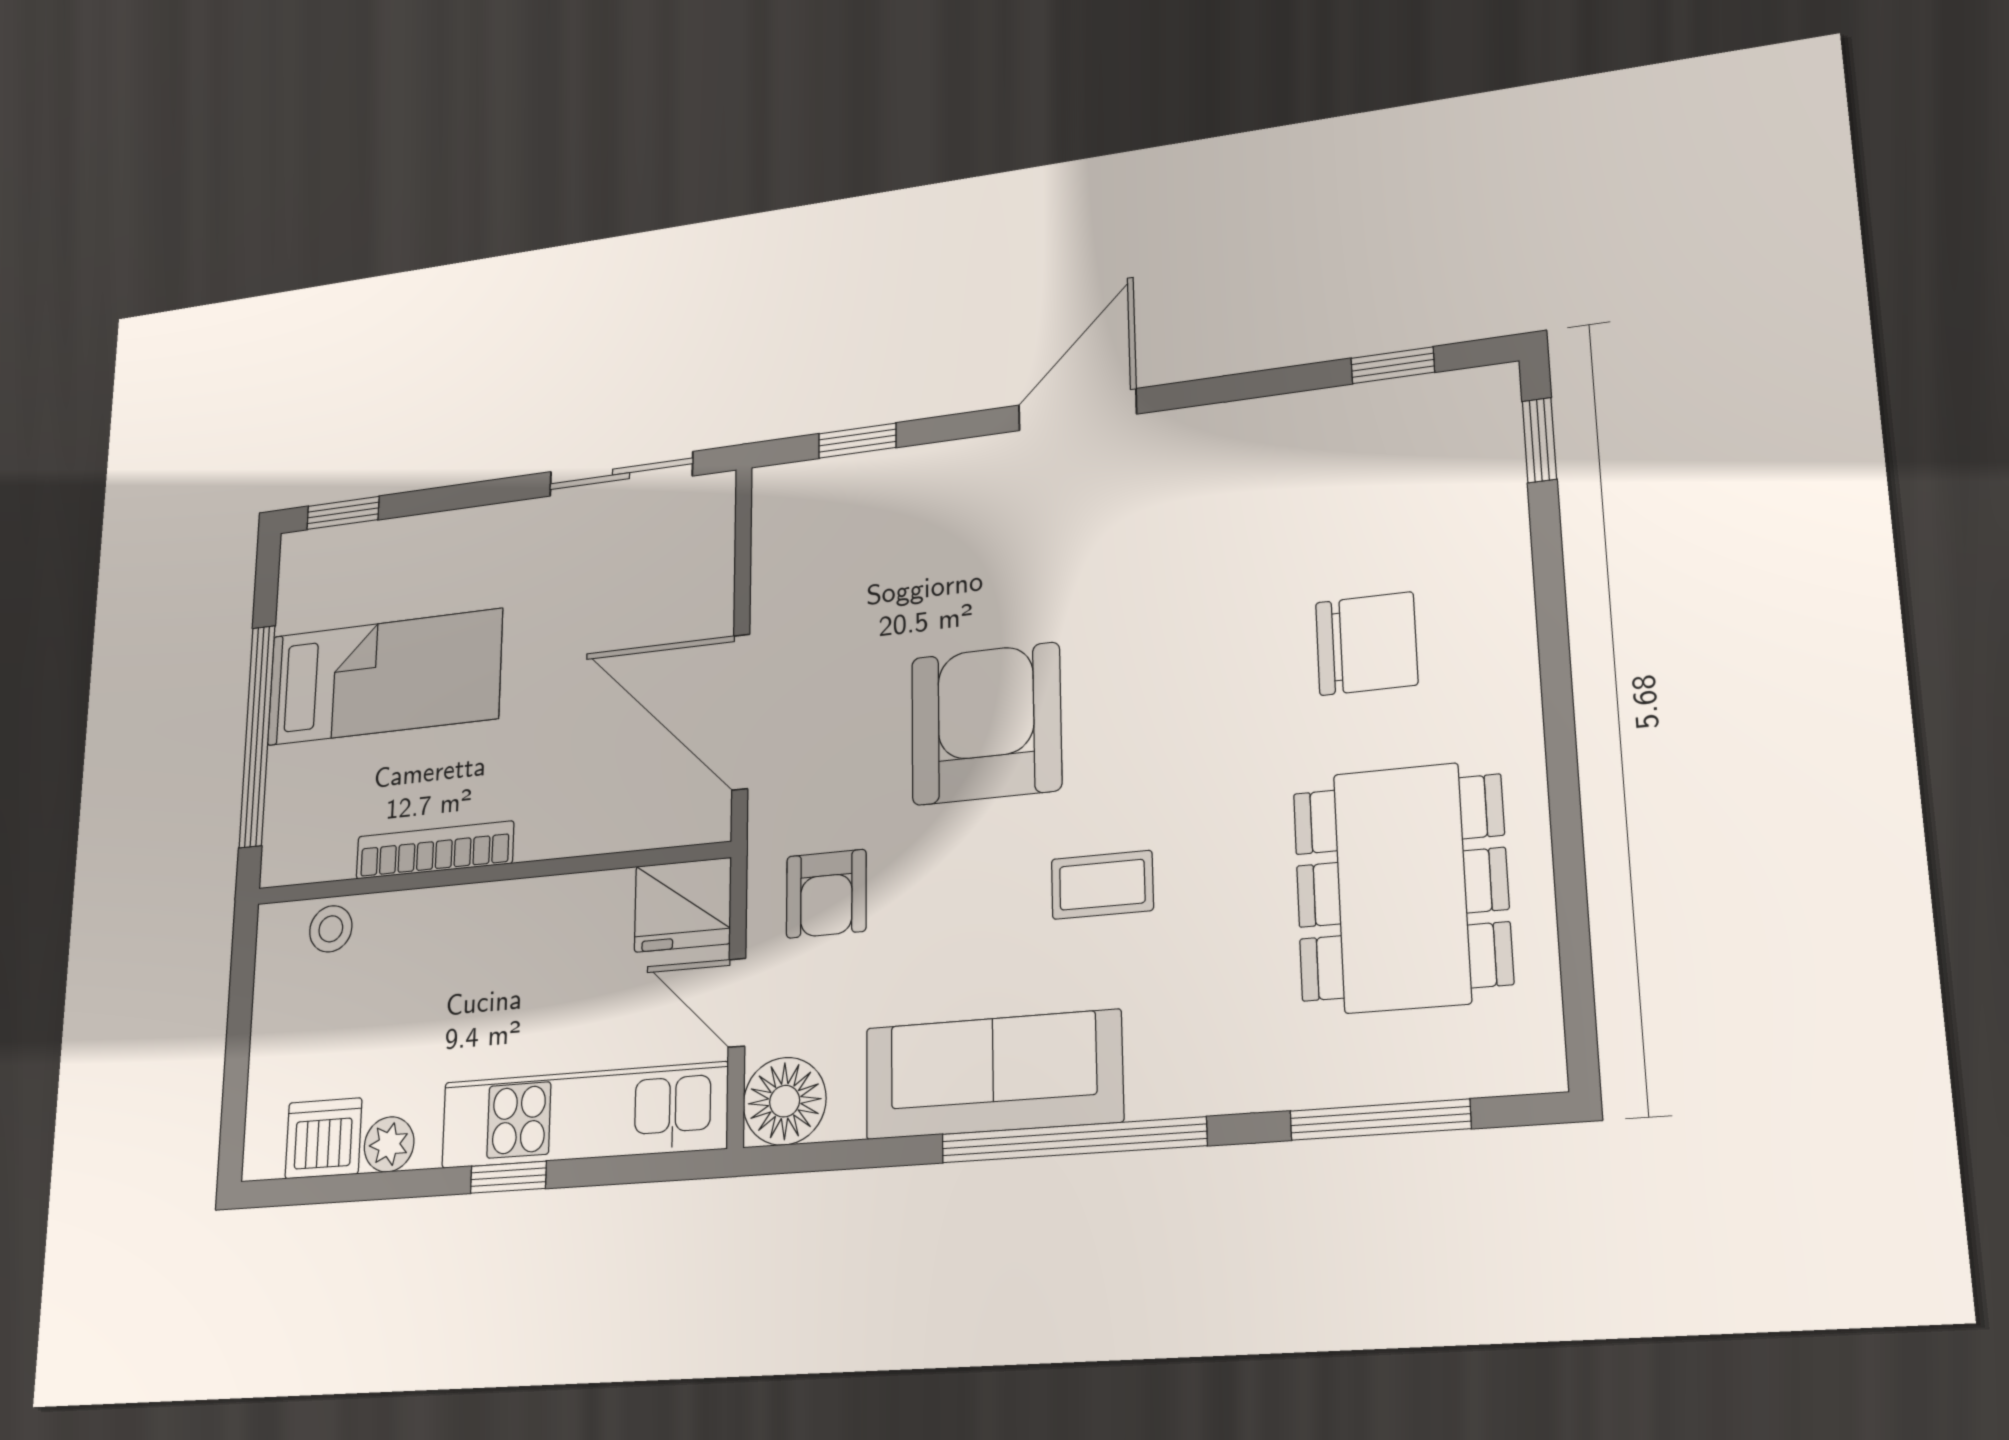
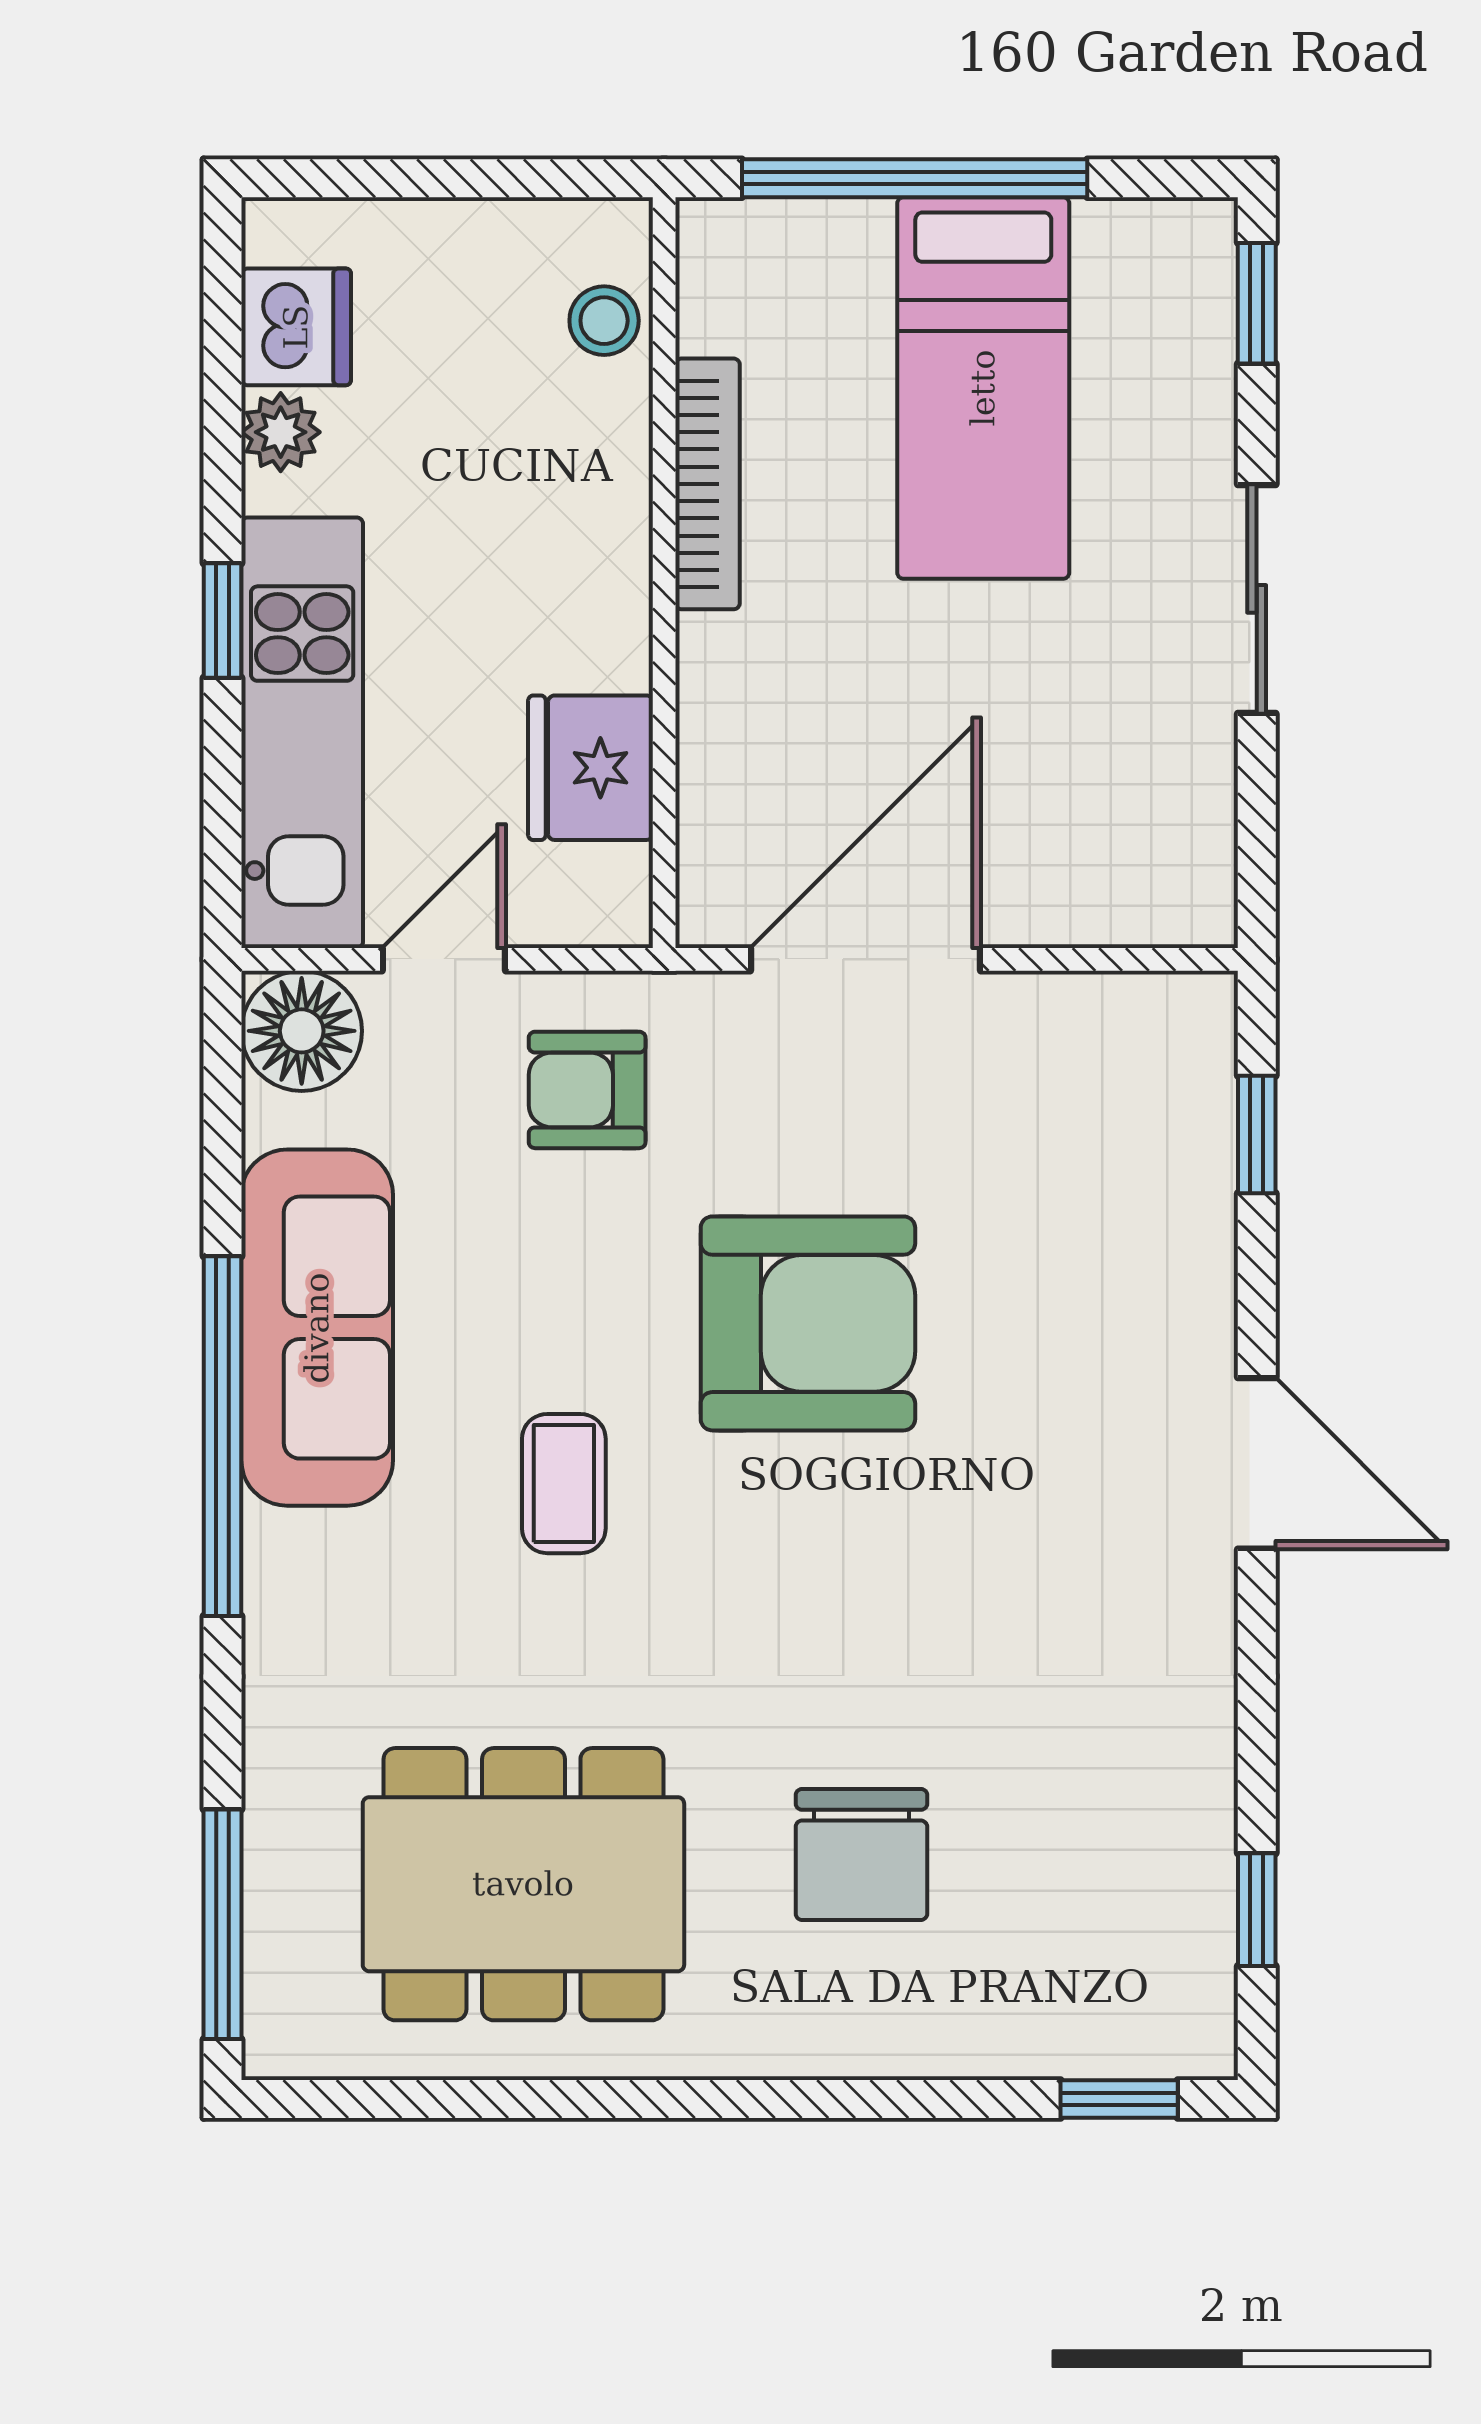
sliding door: (621, 474) -> (1257, 599), moved
fridge: (683, 905) -> (591, 768), moved
window: (1380, 1120) -> (223, 1924), moved

